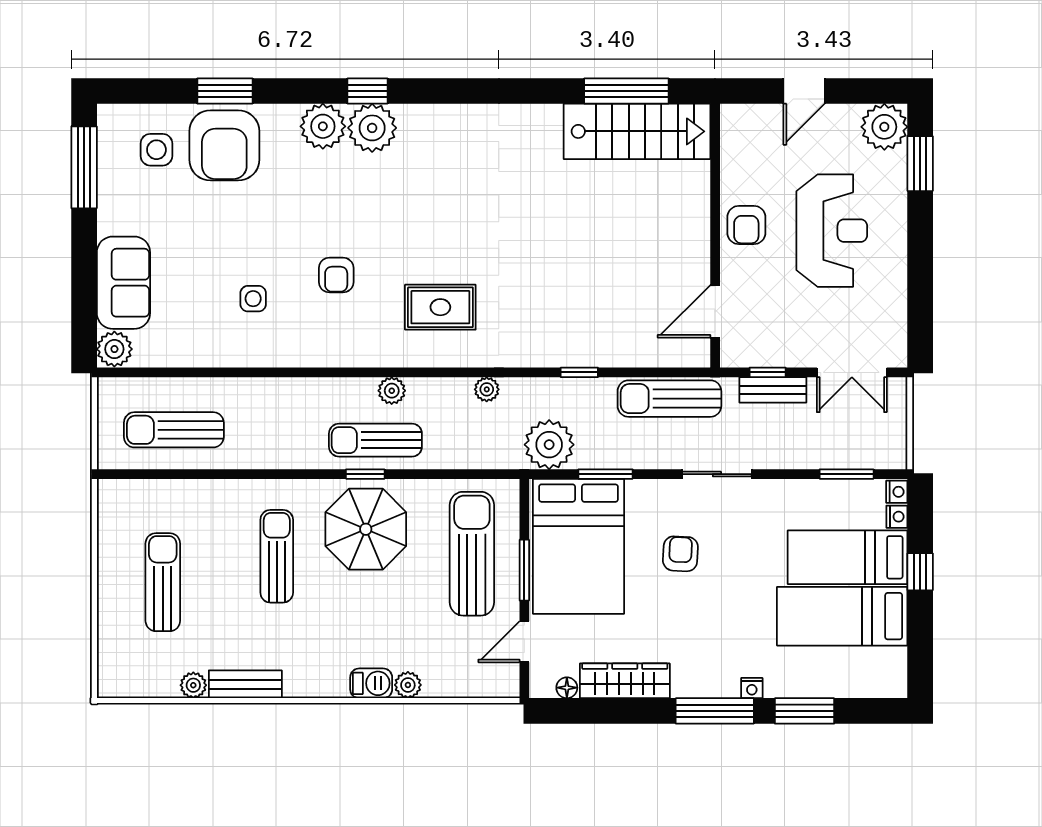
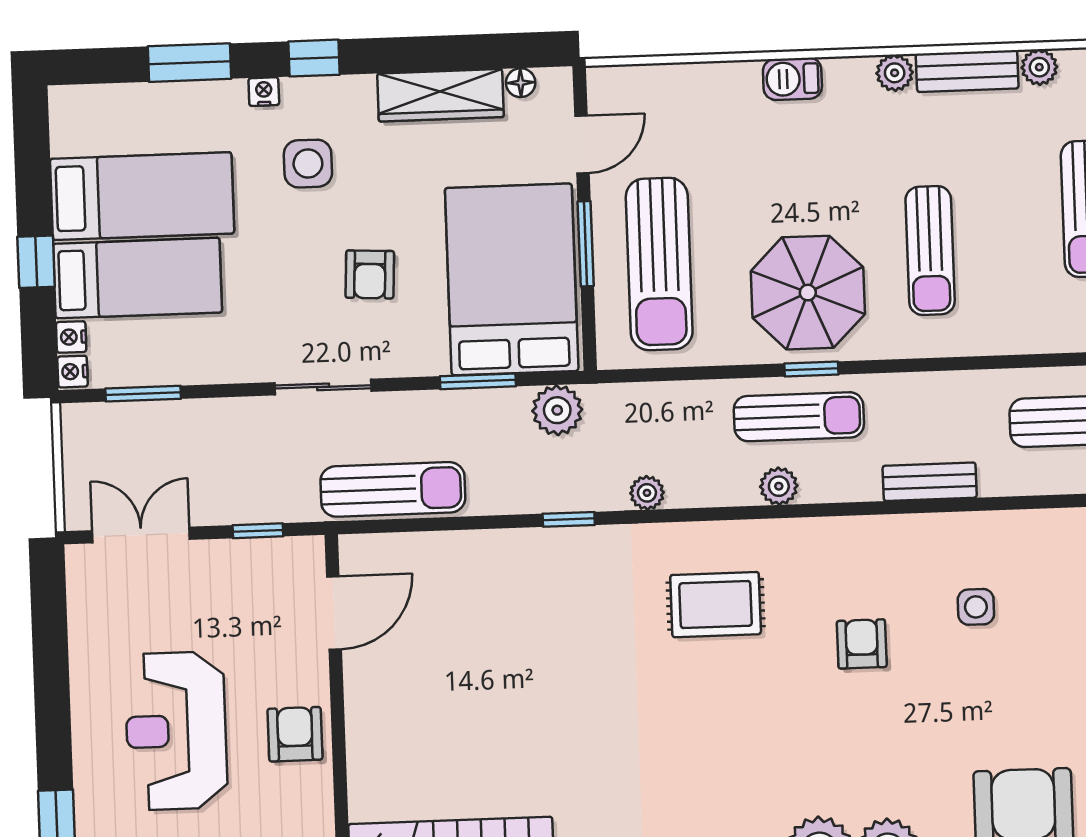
window: (579, 372) -> (569, 519), moved
bench: (773, 390) -> (930, 482), moved
plant: (549, 445) -> (557, 410), width x0.73, depth x0.73
side table: (722, 635) -> (308, 164), added
plant: (408, 685) -> (895, 73), moved
window: (715, 711) -> (314, 58), width x0.46

